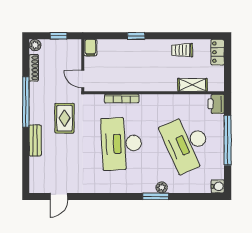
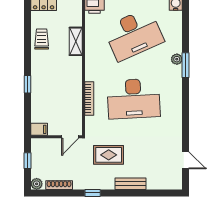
trolley: (182, 50) -> (42, 39), turned 180
shelving: (192, 85) -> (76, 41), moved
window: (26, 102) -> (93, 193), width x0.32

